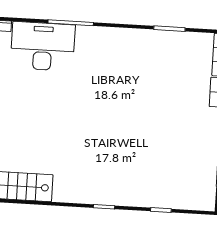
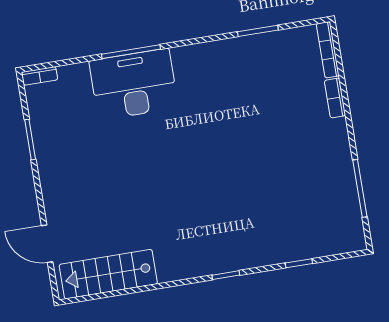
desk: (43, 46) -> (134, 84), moved

